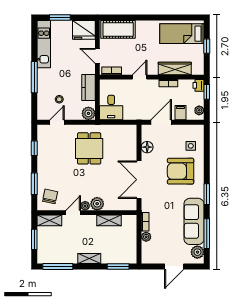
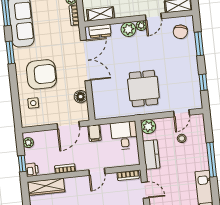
wardrobe: (175, 68) -> (46, 187), moved
filing cabinet: (180, 113) -> (95, 133), moved
dresser: (123, 205) -> (100, 31), added
shelving: (109, 220) -> (101, 14), moved

